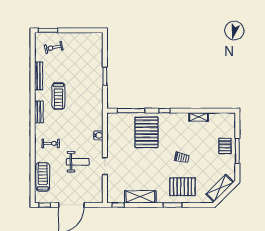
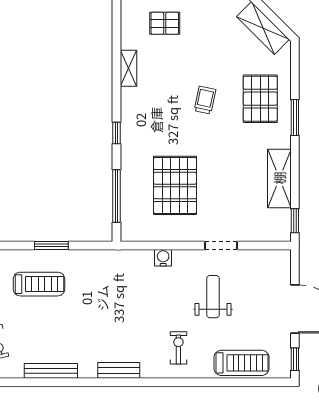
treadmill: (58, 96) -> (39, 284), moved
pallet: (146, 132) -> (175, 185), moved, turned 90
pallet: (225, 146) -> (165, 23), moved
treadmill: (43, 177) -> (241, 363), turned 180

